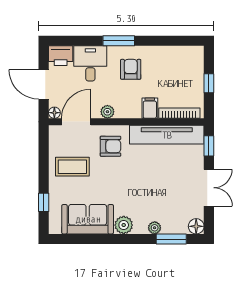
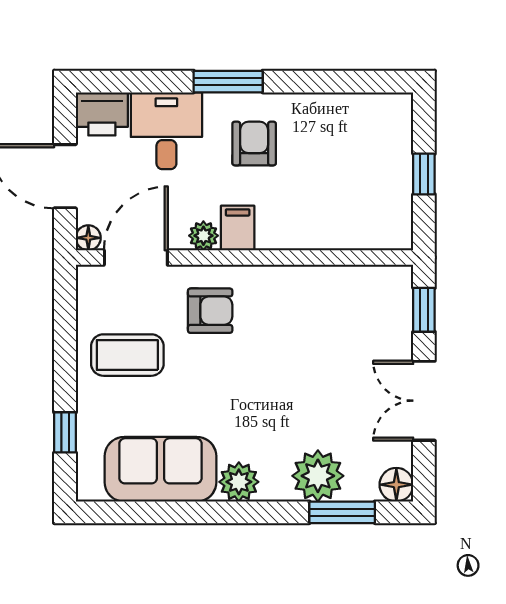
filing cabinet: (150, 108) -> (238, 228), moved
bookcase: (179, 113) -> (360, 239), removed
tv unit: (167, 135) -> (332, 285), removed
double door: (209, 188) -> (424, 401), swing flipped
plant: (155, 228) -> (318, 476), width x1.88, depth x1.88

